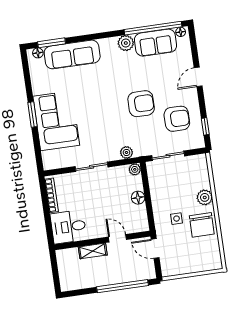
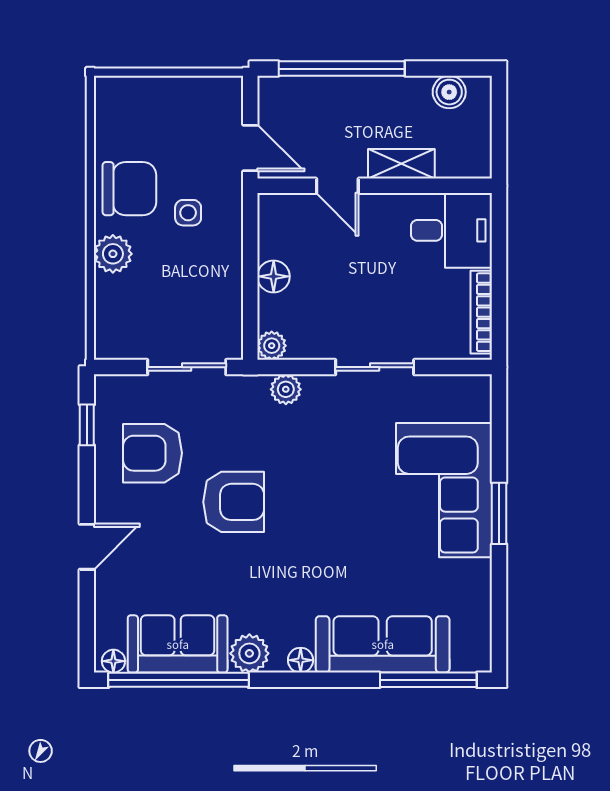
window: (52, 43) -> (428, 680), width x1.44
floor lamp: (38, 53) -> (301, 660), moved
armchair: (141, 104) -> (234, 502), turned 180
chair: (202, 225) -> (129, 189), turned 90
boiler: (77, 283) -> (449, 92), added

